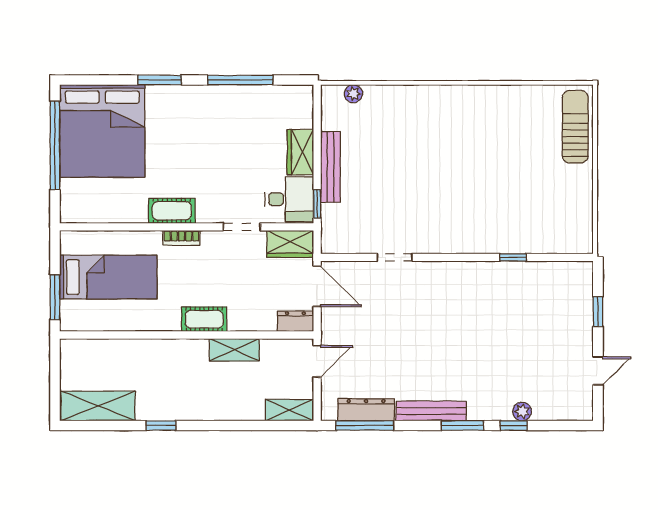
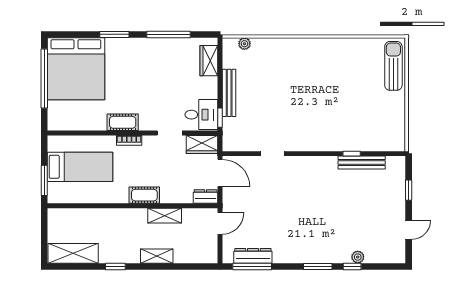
wardrobe: (300, 152) -> (209, 61), moved
shelving: (290, 410) -> (157, 256), moved
bench: (431, 411) -> (362, 163), moved

